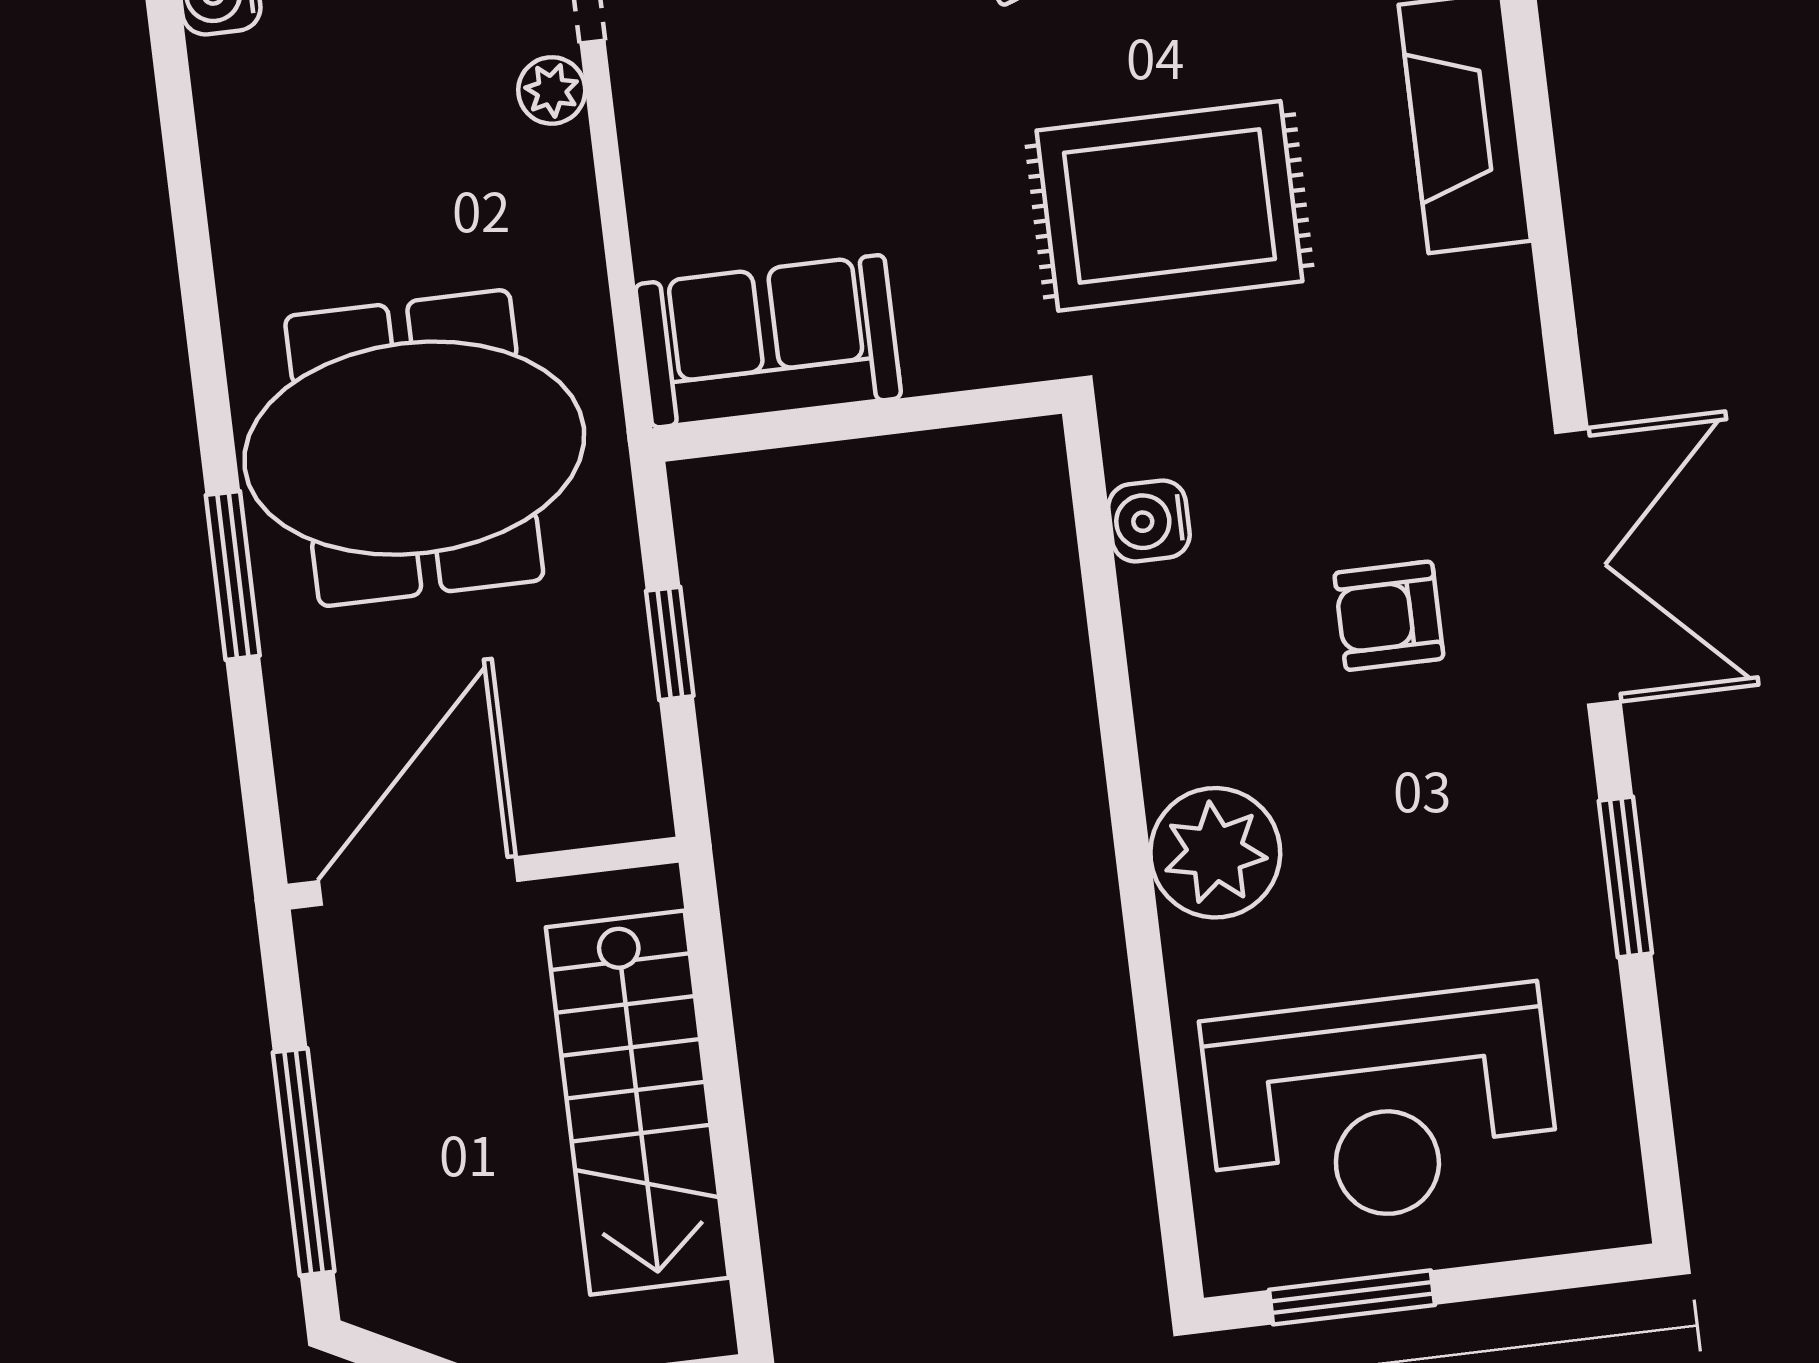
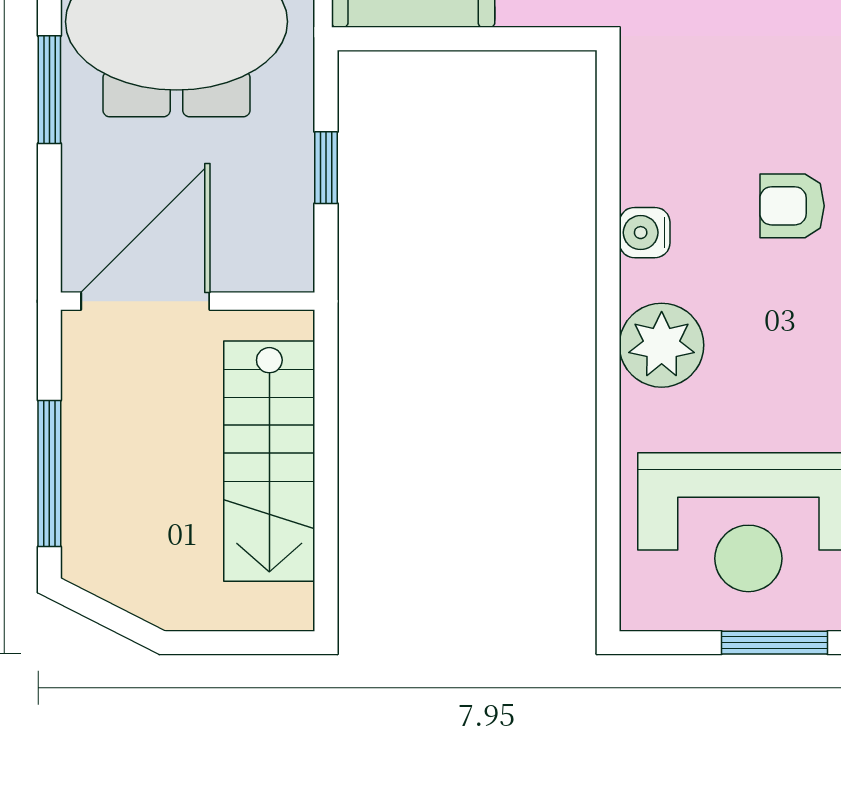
water cooler: (1149, 521) -> (645, 233), moved
window: (1352, 1297) -> (774, 643), moved

